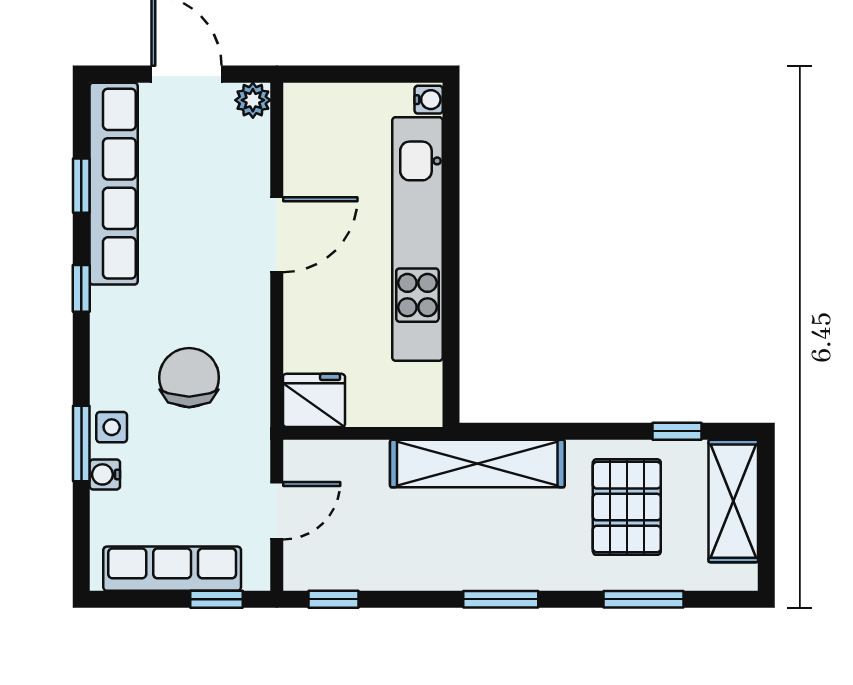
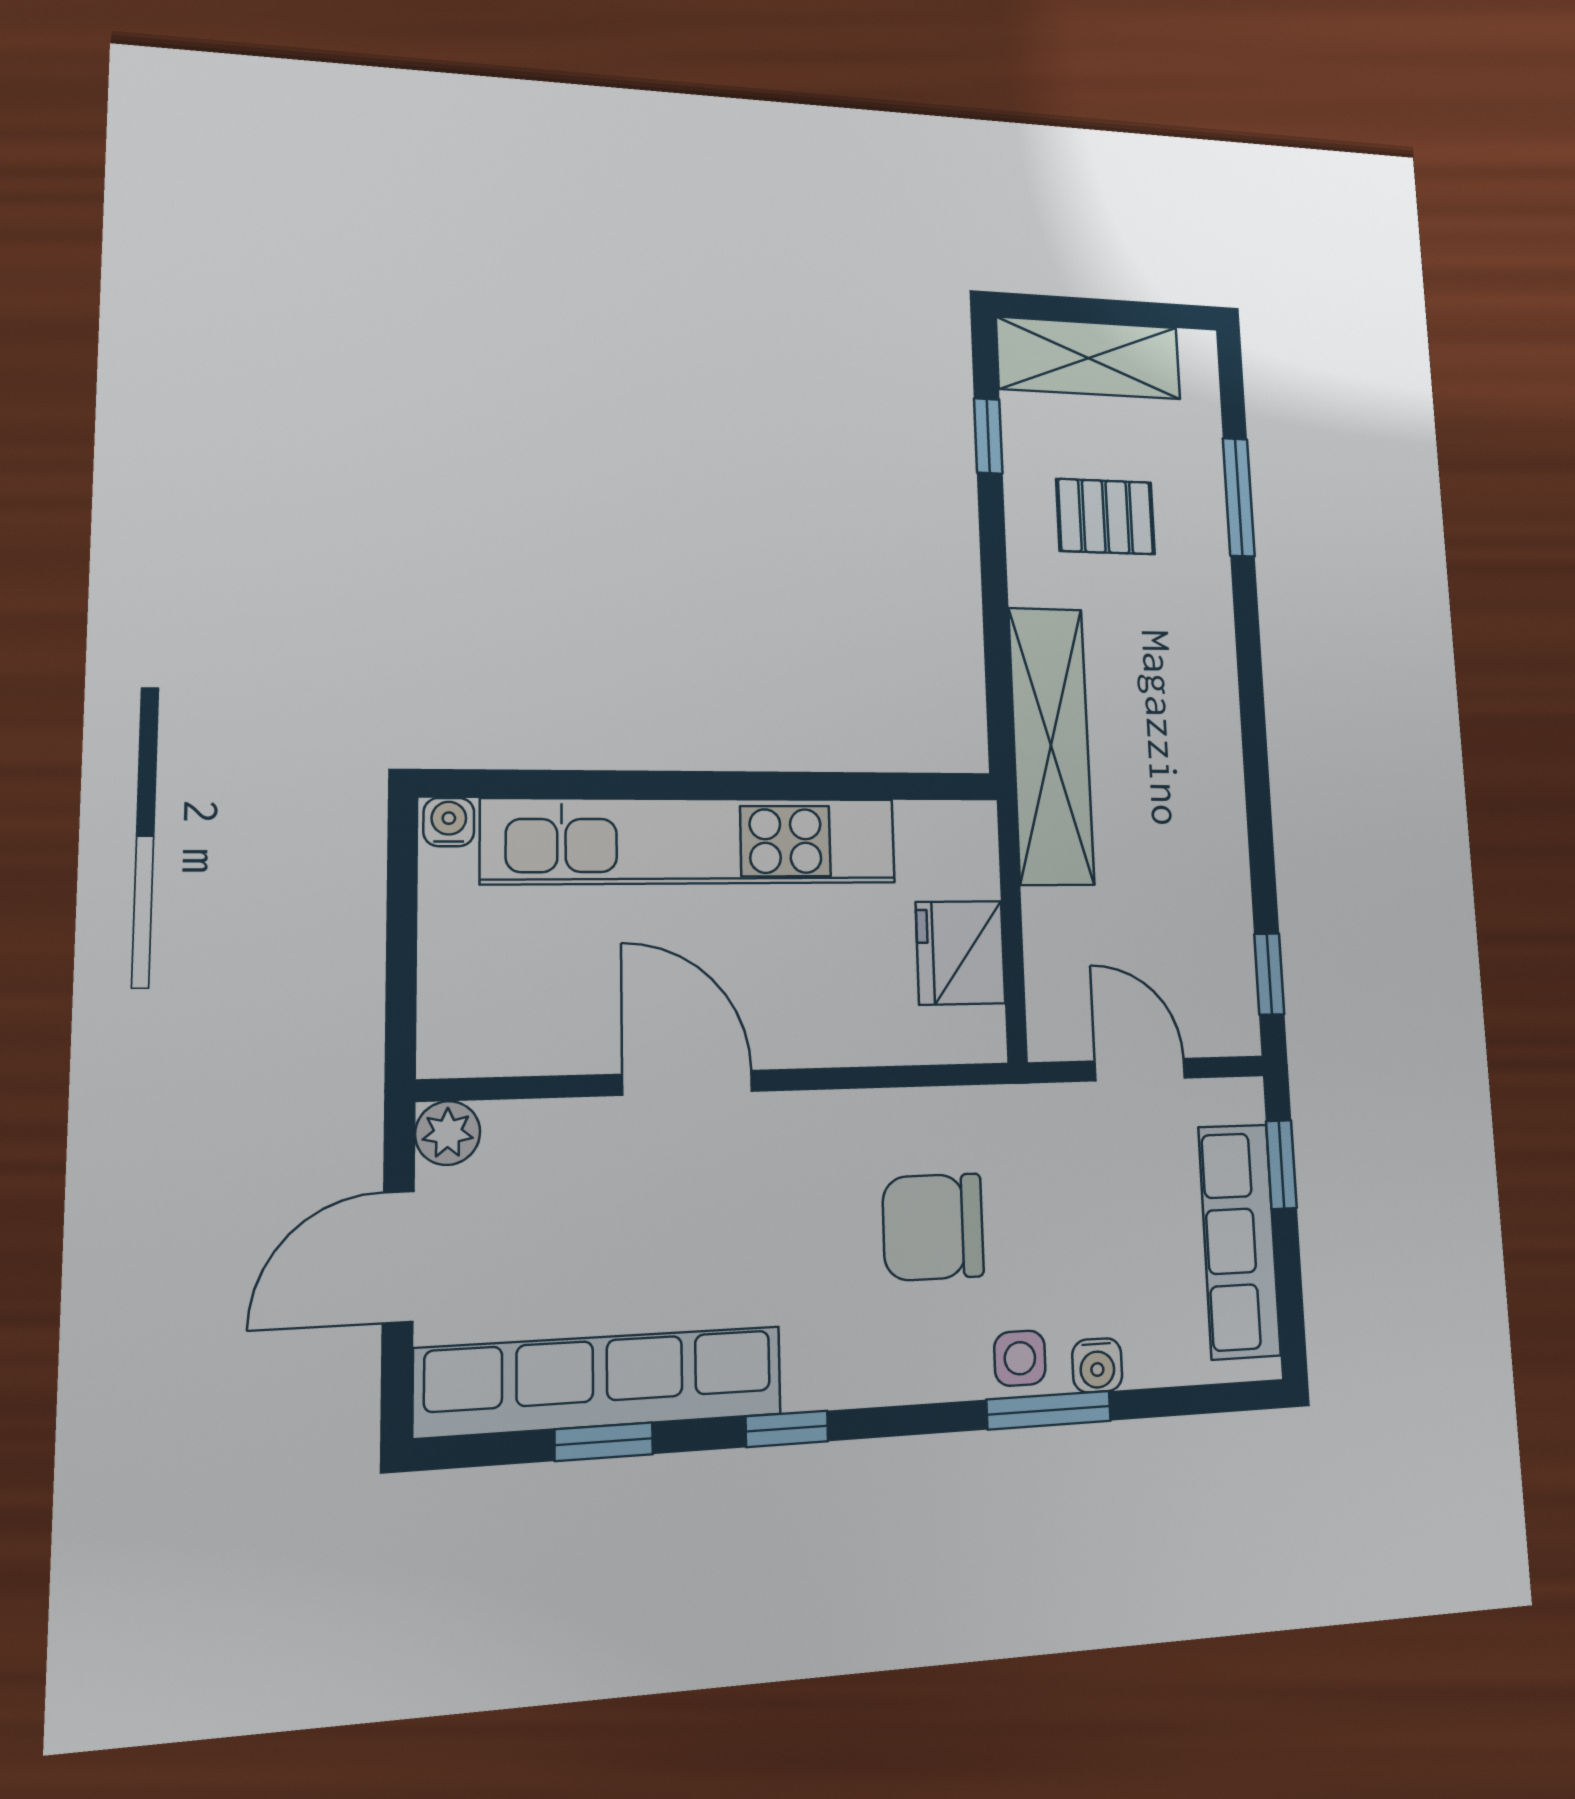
fridge: (314, 400) -> (960, 953), moved
pallet: (627, 507) -> (1106, 517), width x0.67, depth x0.71
window: (501, 599) -> (1252, 712), removed

